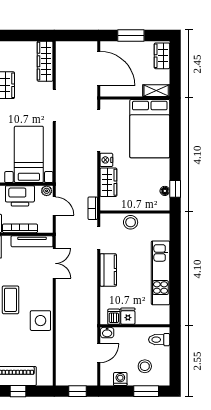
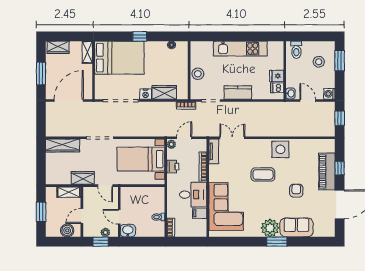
window: (175, 189) -> (140, 36), moved
printer: (20, 196) -> (173, 167), width x0.53, depth x0.68
tv unit: (32, 241) -> (214, 151), width x0.71
washing machine: (120, 379) -> (329, 94), moved

